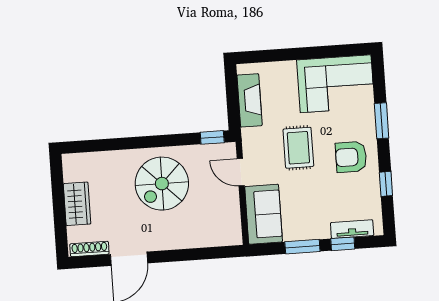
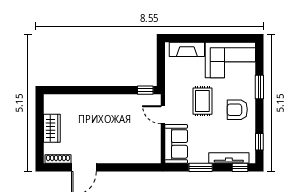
fireplace: (250, 100) -> (187, 49), moved, turned 90
spiral stairs: (162, 184) -> (110, 119), removed
window: (386, 184) -> (259, 142), moved
tv unit: (352, 229) -> (229, 158), width x1.41
window: (343, 244) -> (240, 167), moved

